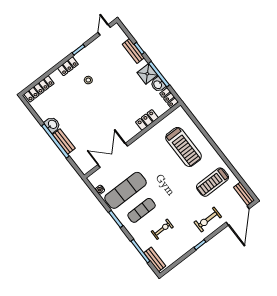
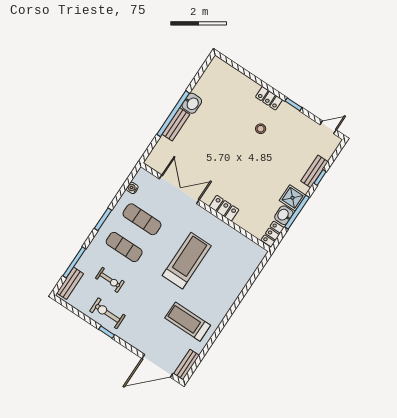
locker: (39, 89) -> (230, 72), removed
locker: (147, 120) -> (224, 208), moved
treadmill: (184, 147) -> (187, 261), moved, turned 180
exercise mat: (126, 190) -> (142, 219), width x0.73, depth x0.69
exercise bike: (208, 220) -> (107, 313), moved

